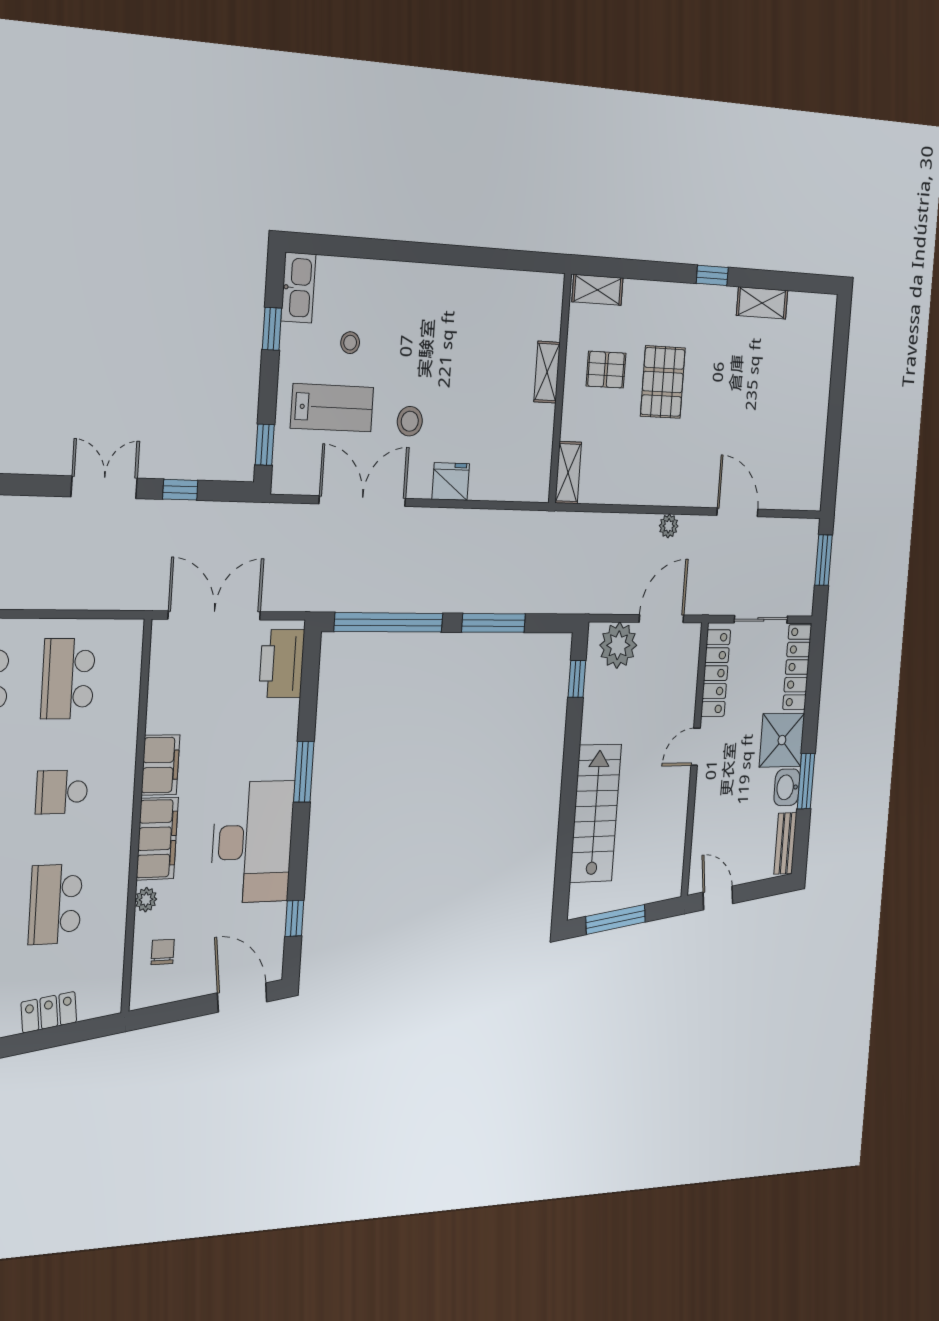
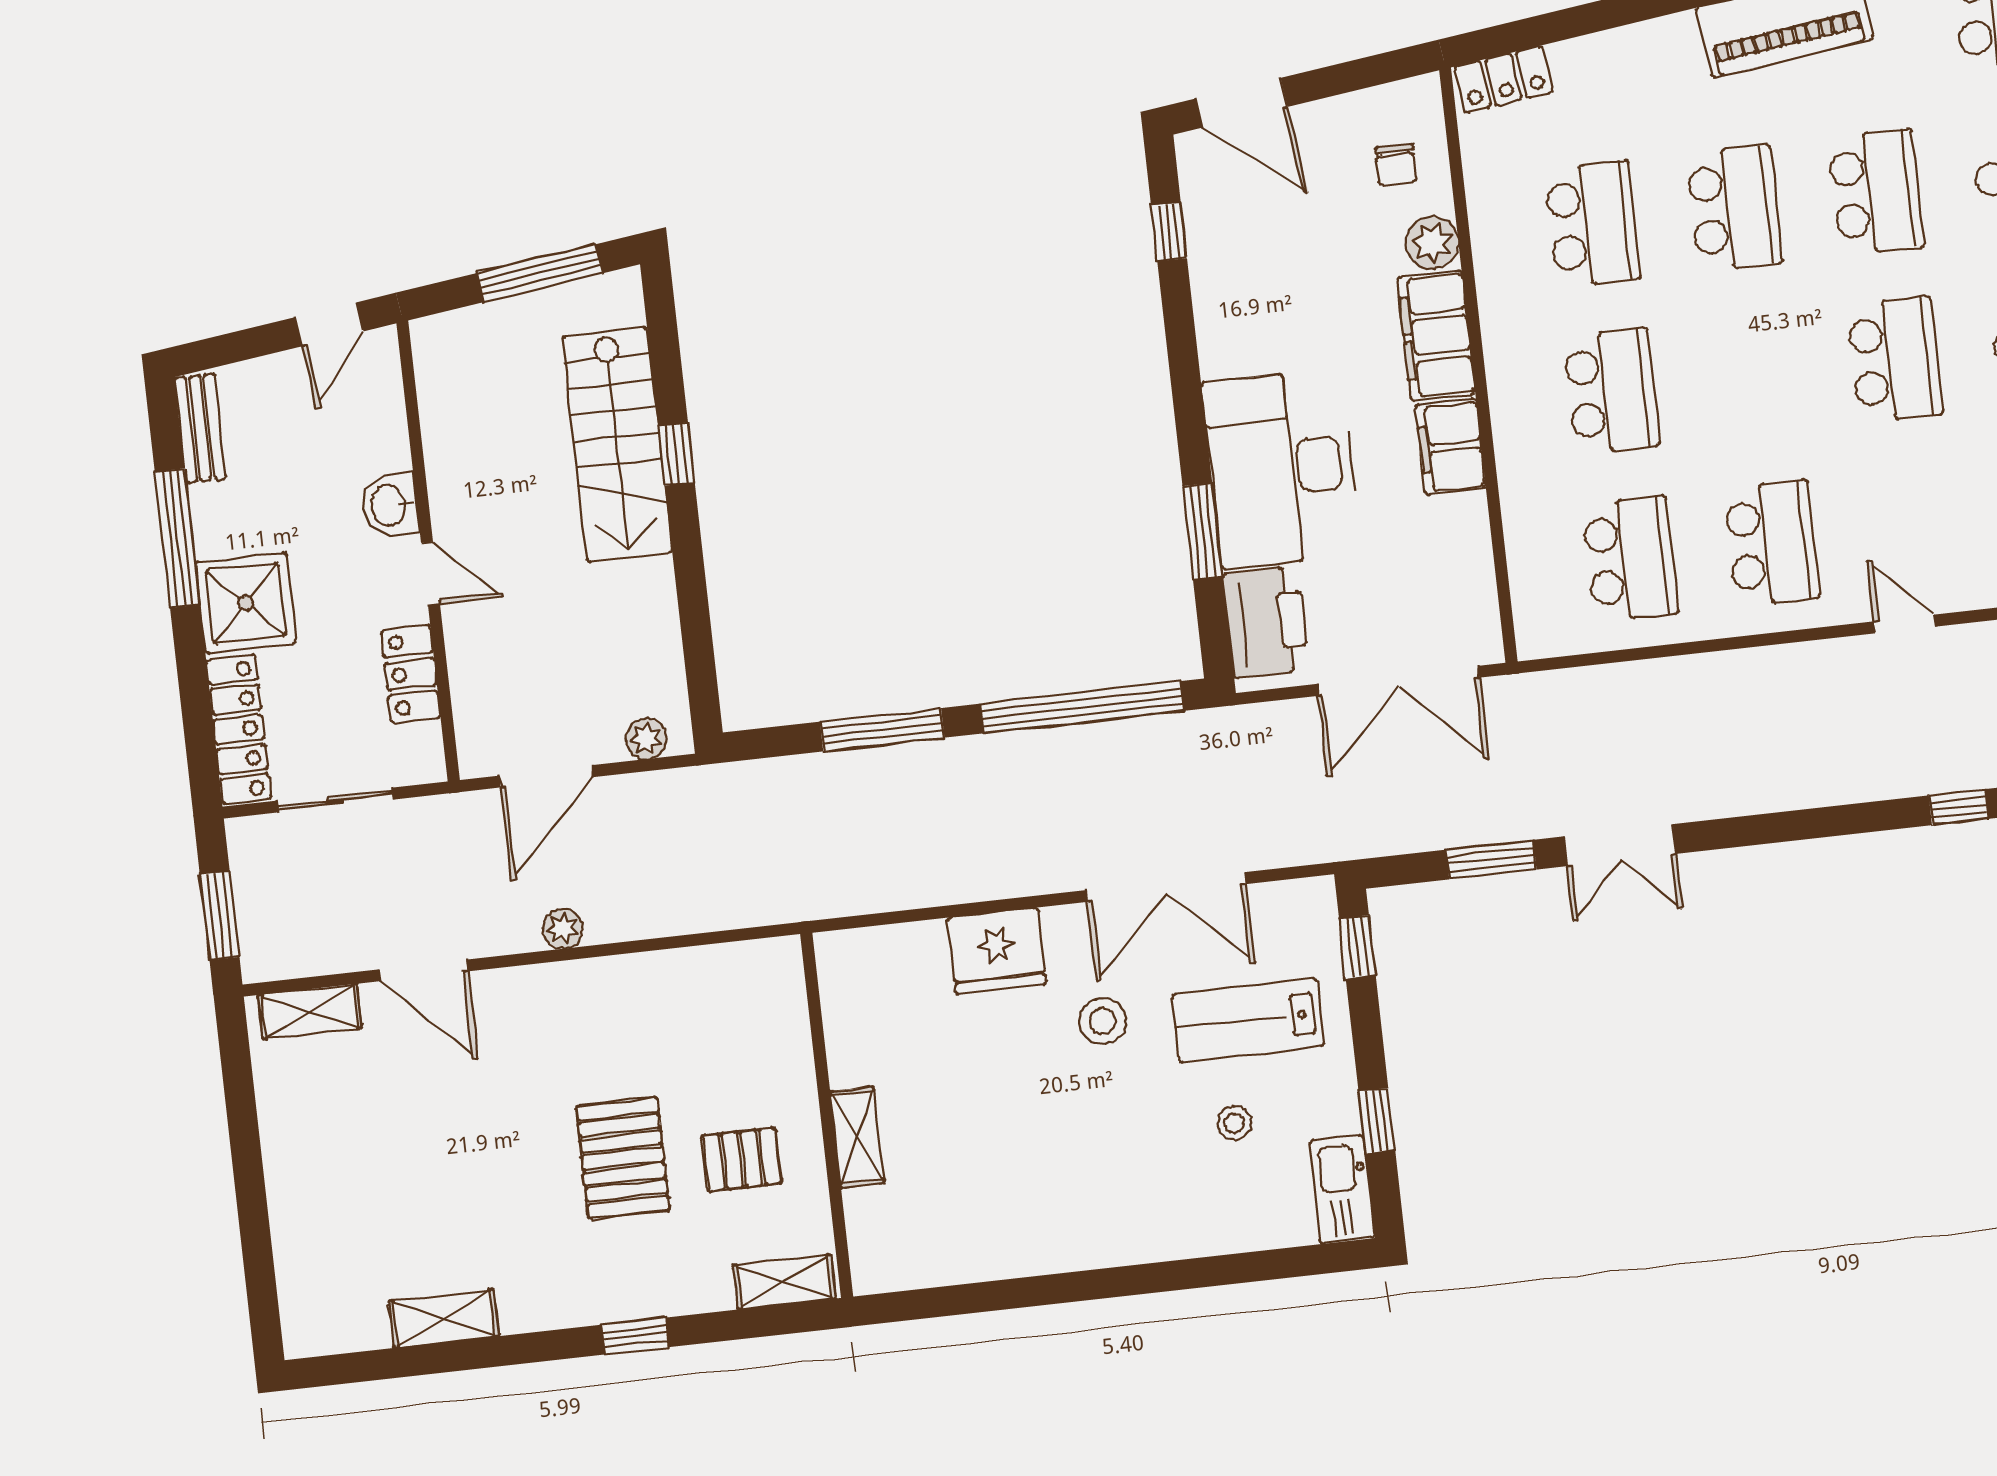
window: (712, 275) -> (636, 1336), moved
shelving: (568, 473) -> (310, 1012), moved, turned 90
fridge: (451, 481) -> (997, 951), width x1.36, depth x1.34
window: (180, 490) -> (1491, 860), width x1.50
plant: (618, 645) -> (646, 739), width x0.53, depth x0.53
locker: (716, 673) -> (411, 674), width x0.66
window: (577, 679) -> (676, 454), moved
door: (696, 747) -> (431, 573), hinge flipped
window: (304, 772) -> (1203, 532), moved
window: (806, 781) -> (177, 538), width x1.44
washbasin: (787, 787) -> (390, 505), moved, turned 180
school desk: (62, 792) -> (1611, 391), width x1.85
desk: (252, 842) -> (1282, 469), moved
door: (718, 898) -> (329, 324), hinge flipped
plant: (146, 900) -> (1432, 243), width x1.38, depth x1.38
locker: (49, 1012) -> (1504, 79), moved

